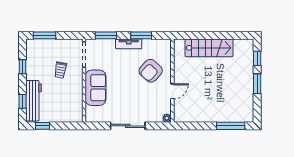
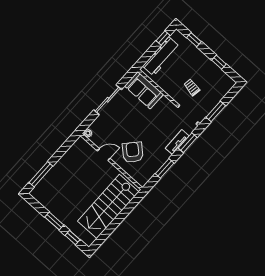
window: (44, 35) -> (216, 111), moved
tv unit: (129, 44) -> (177, 142), moved
stairs: (209, 48) -> (108, 206), width x1.36, depth x1.51
sofa: (96, 88) -> (144, 90), moved
door: (172, 91) -> (104, 155), swing flipped
workbench: (34, 101) -> (161, 56), moved, turned -90

